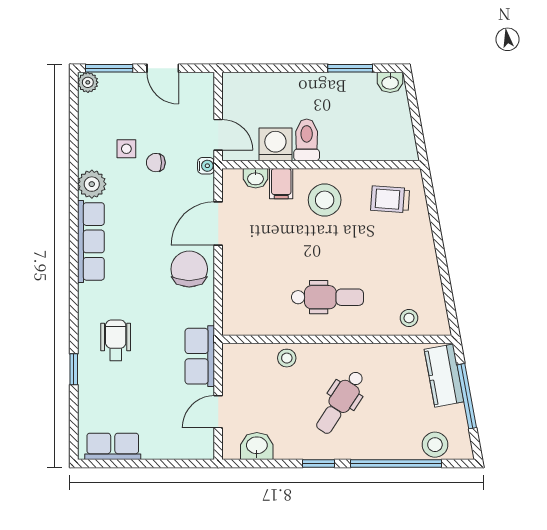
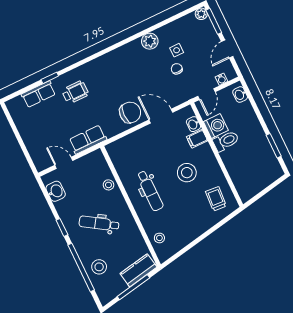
washbasin: (390, 82) -> (240, 94), moved
water cooler: (206, 166) -> (221, 79), moved
stool: (325, 200) -> (187, 173), moved
row of seats: (91, 241) -> (120, 55), removed
stool: (435, 445) -> (99, 267), moved
row of seats: (113, 446) -> (38, 94), moved, turned 90

